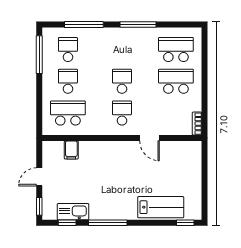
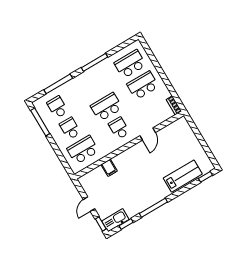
school desk: (122, 81) -> (106, 107), width x1.85
door: (149, 138) -> (148, 134), hinge flipped
filing cabinet: (71, 150) -> (109, 168), moved
kitchen sink: (73, 212) -> (115, 220), moved

